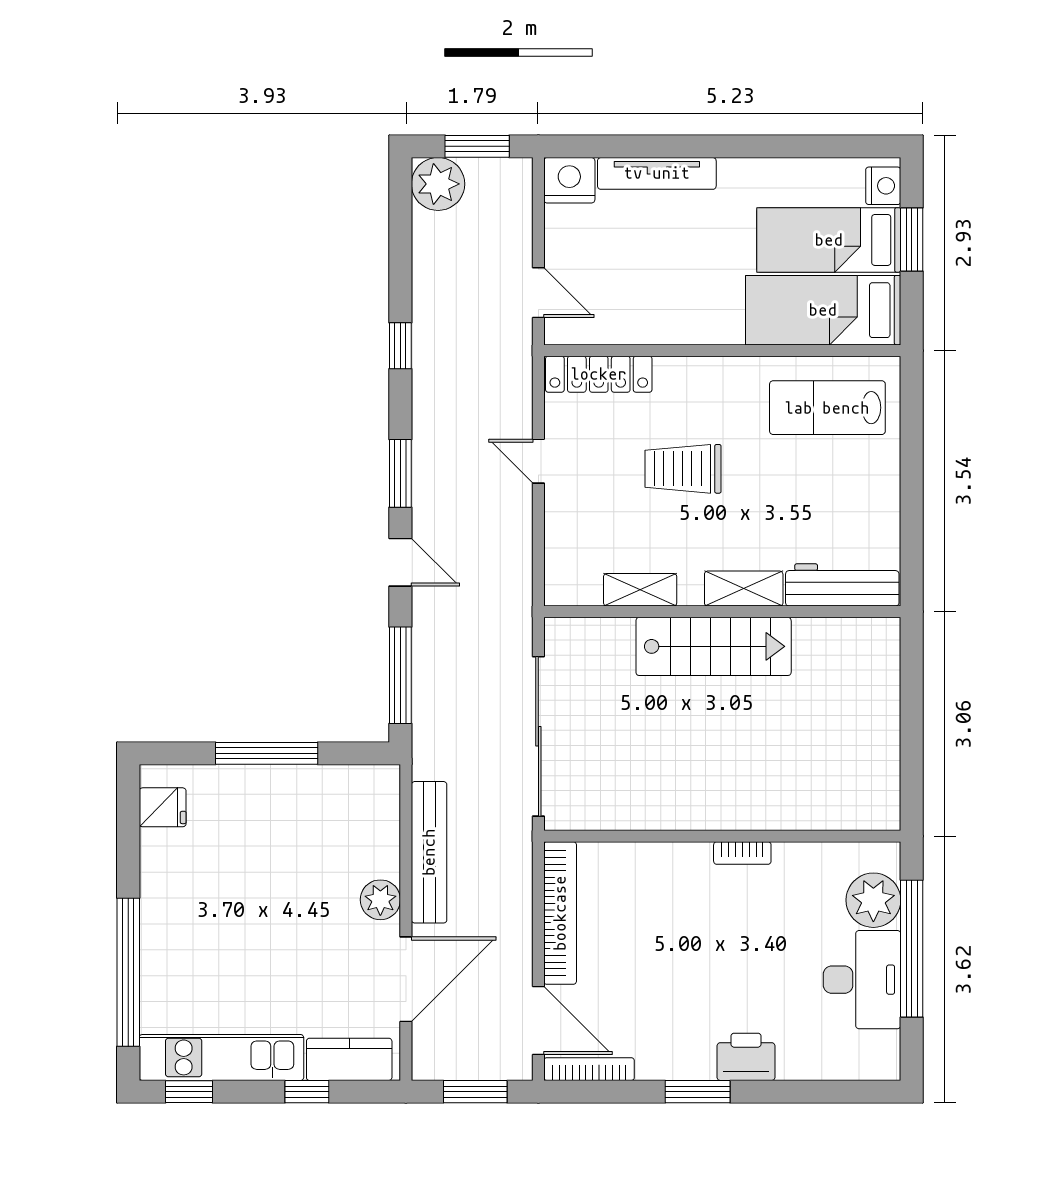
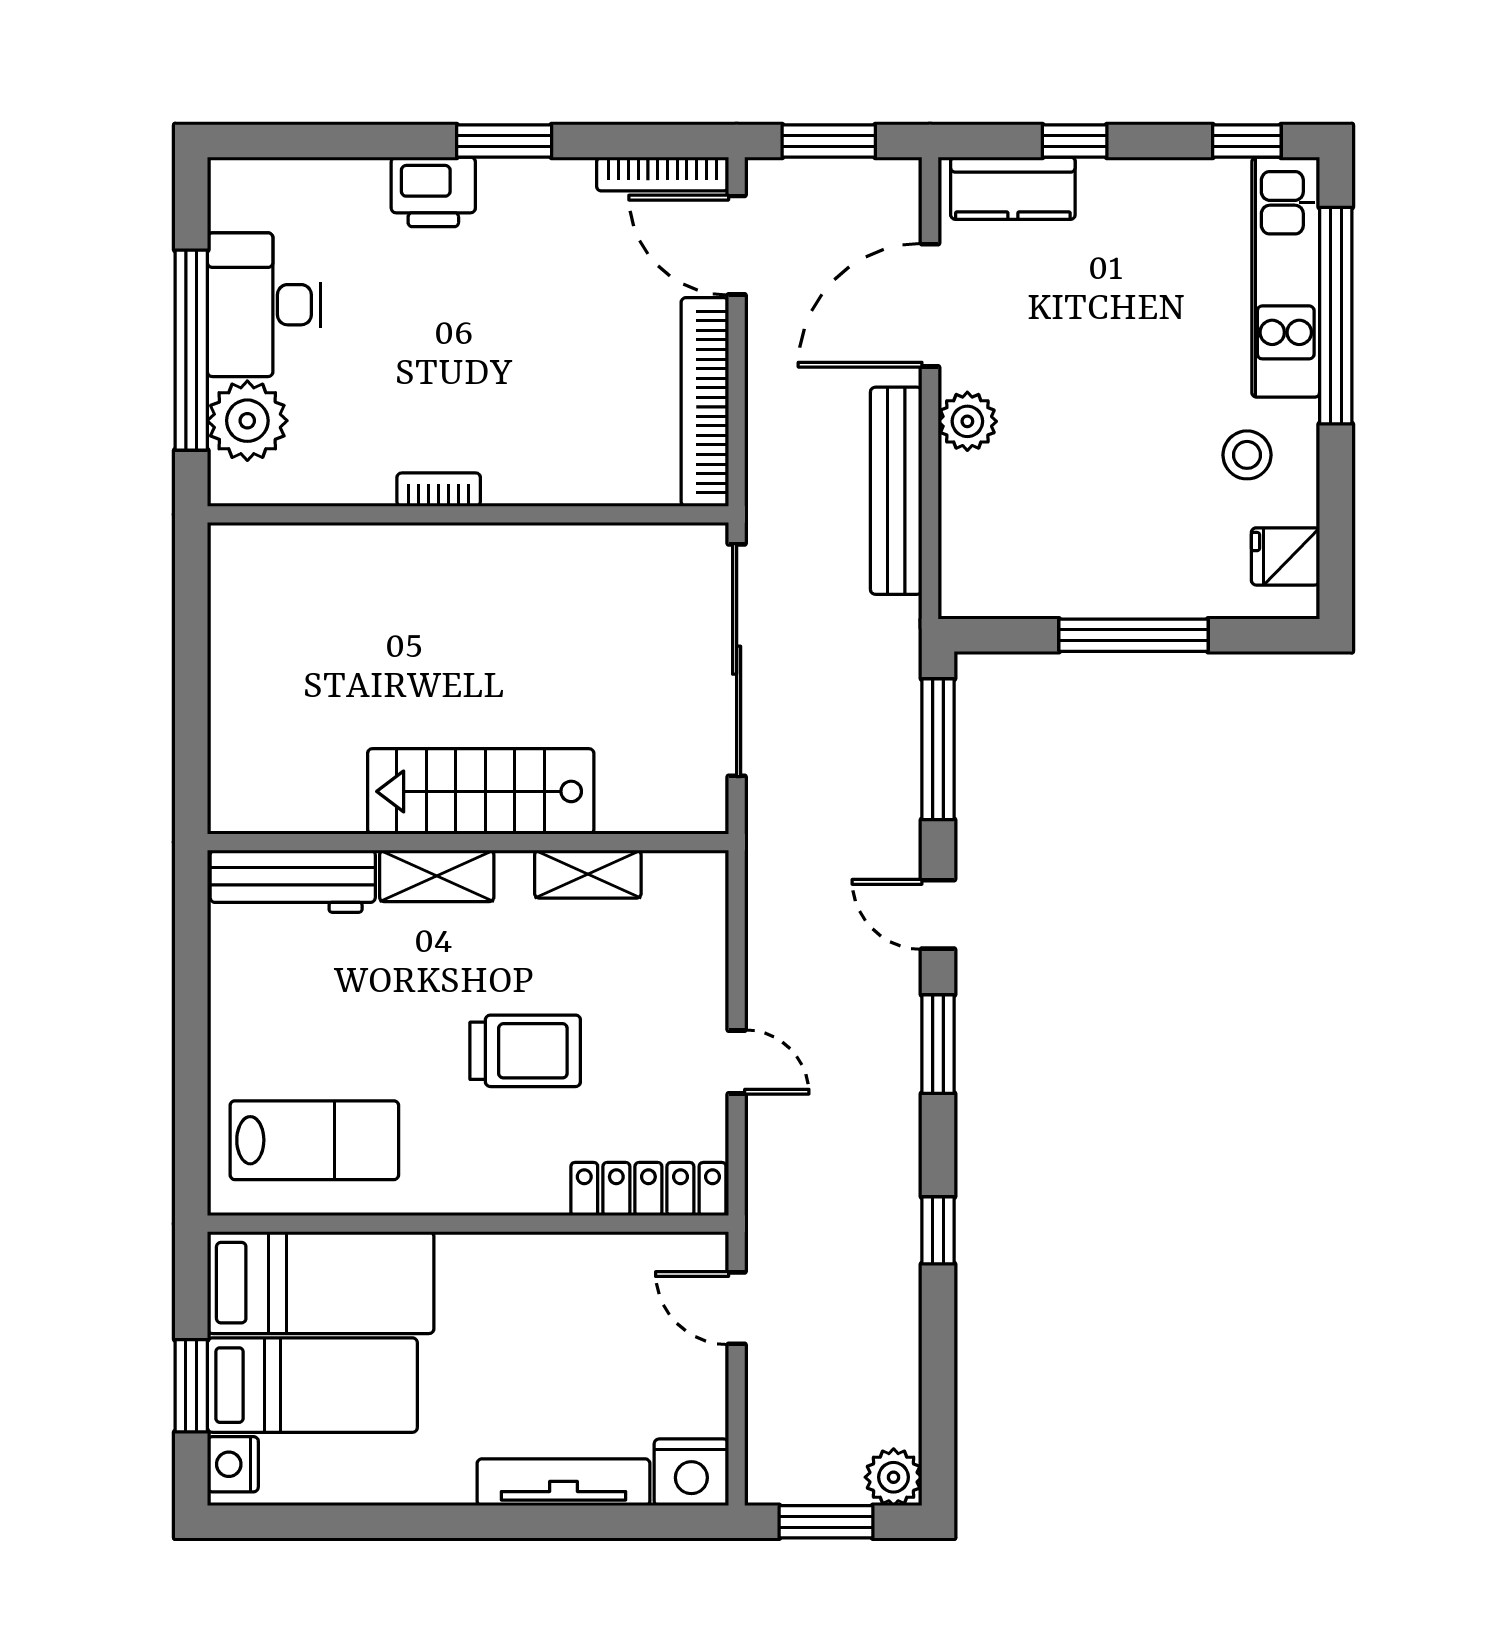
plant: (438, 184) -> (894, 1477), width x0.73, depth x0.73
stool: (189, 877) -> (1247, 455), added
kitchen unit: (221, 1057) -> (1286, 277), moved, turned 90

